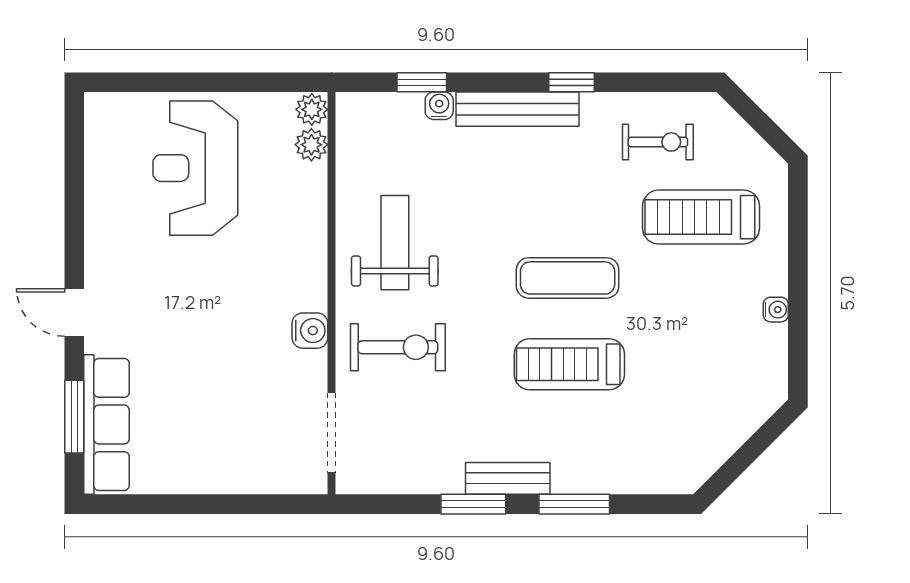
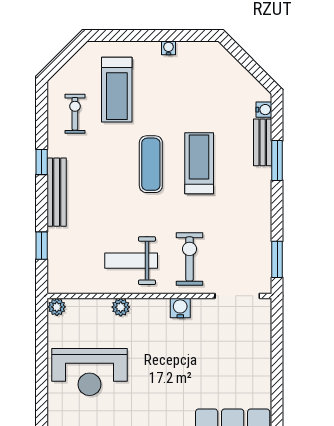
water cooler: (439, 106) -> (264, 110), moved, turned 180
plant: (311, 145) -> (121, 307), moved
treadmill: (569, 364) -> (199, 163), turned 180
bench: (508, 478) -> (263, 142), moved
window: (473, 504) -> (277, 259), moved

